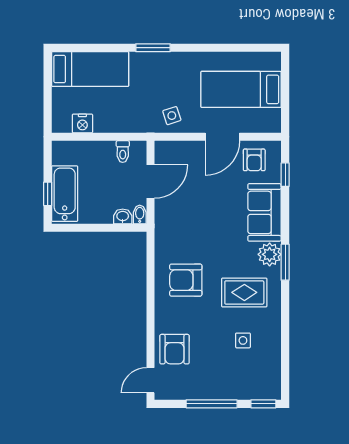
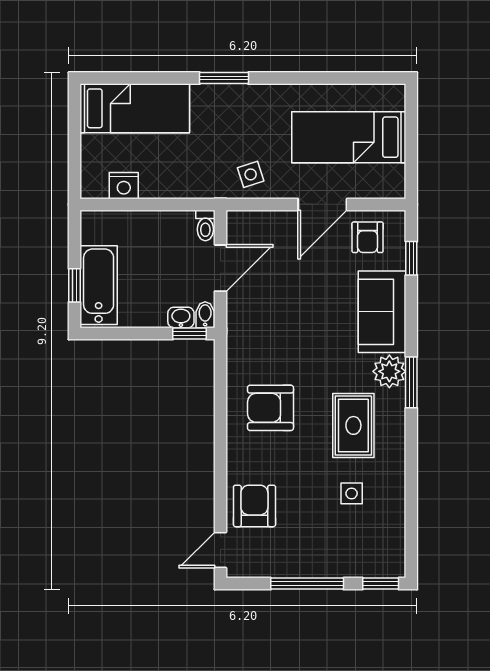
toilet: (123, 152) -> (205, 225), moved
window: (129, 228) -> (189, 334), added
rug: (244, 292) -> (353, 425), turned 90
armchair: (174, 349) -> (254, 506), turned 180

